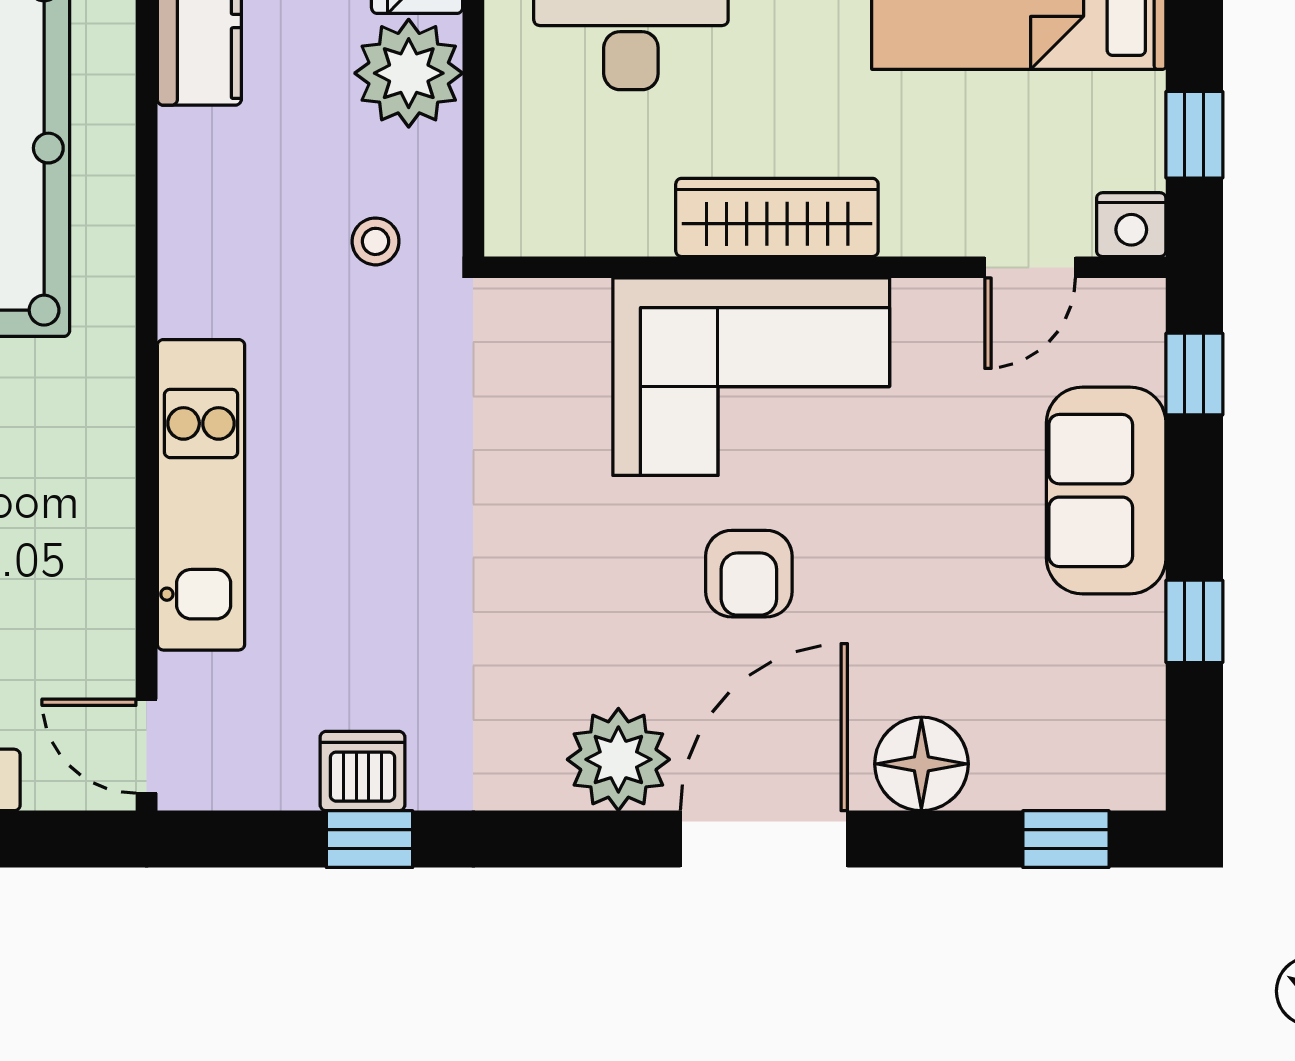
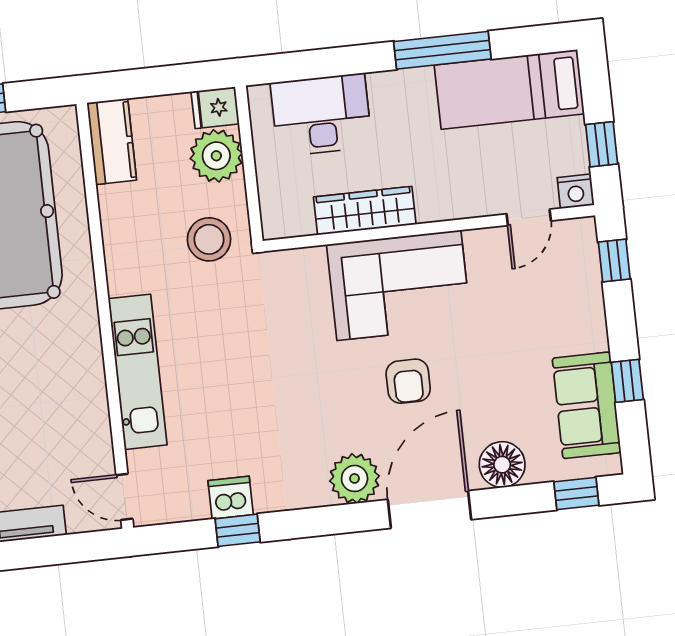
wardrobe: (777, 217) -> (365, 211), moved
stool: (376, 241) -> (209, 239), width x1.89, depth x1.89
sofa: (1106, 490) -> (587, 405), moved

